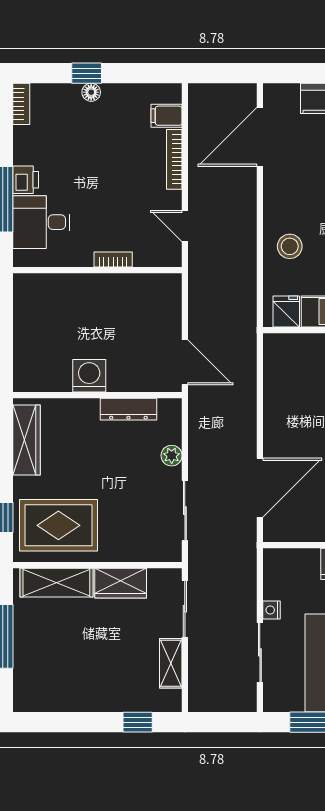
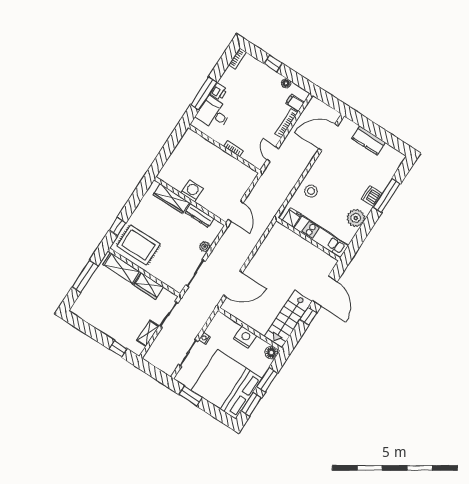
floor lamp: (91, 92) -> (286, 83), moved
wardrobe: (27, 440) -> (171, 199), moved, turned 90

